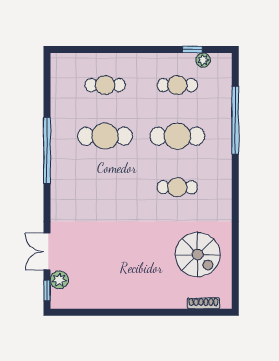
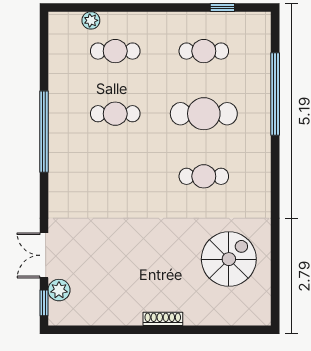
plant: (203, 60) -> (91, 20), moved
cafe table: (105, 136) -> (115, 114), width x0.73, depth x0.74
spiral stairs: (198, 255) -> (229, 259), turned -90
shoe rack: (203, 303) -> (163, 319), moved

